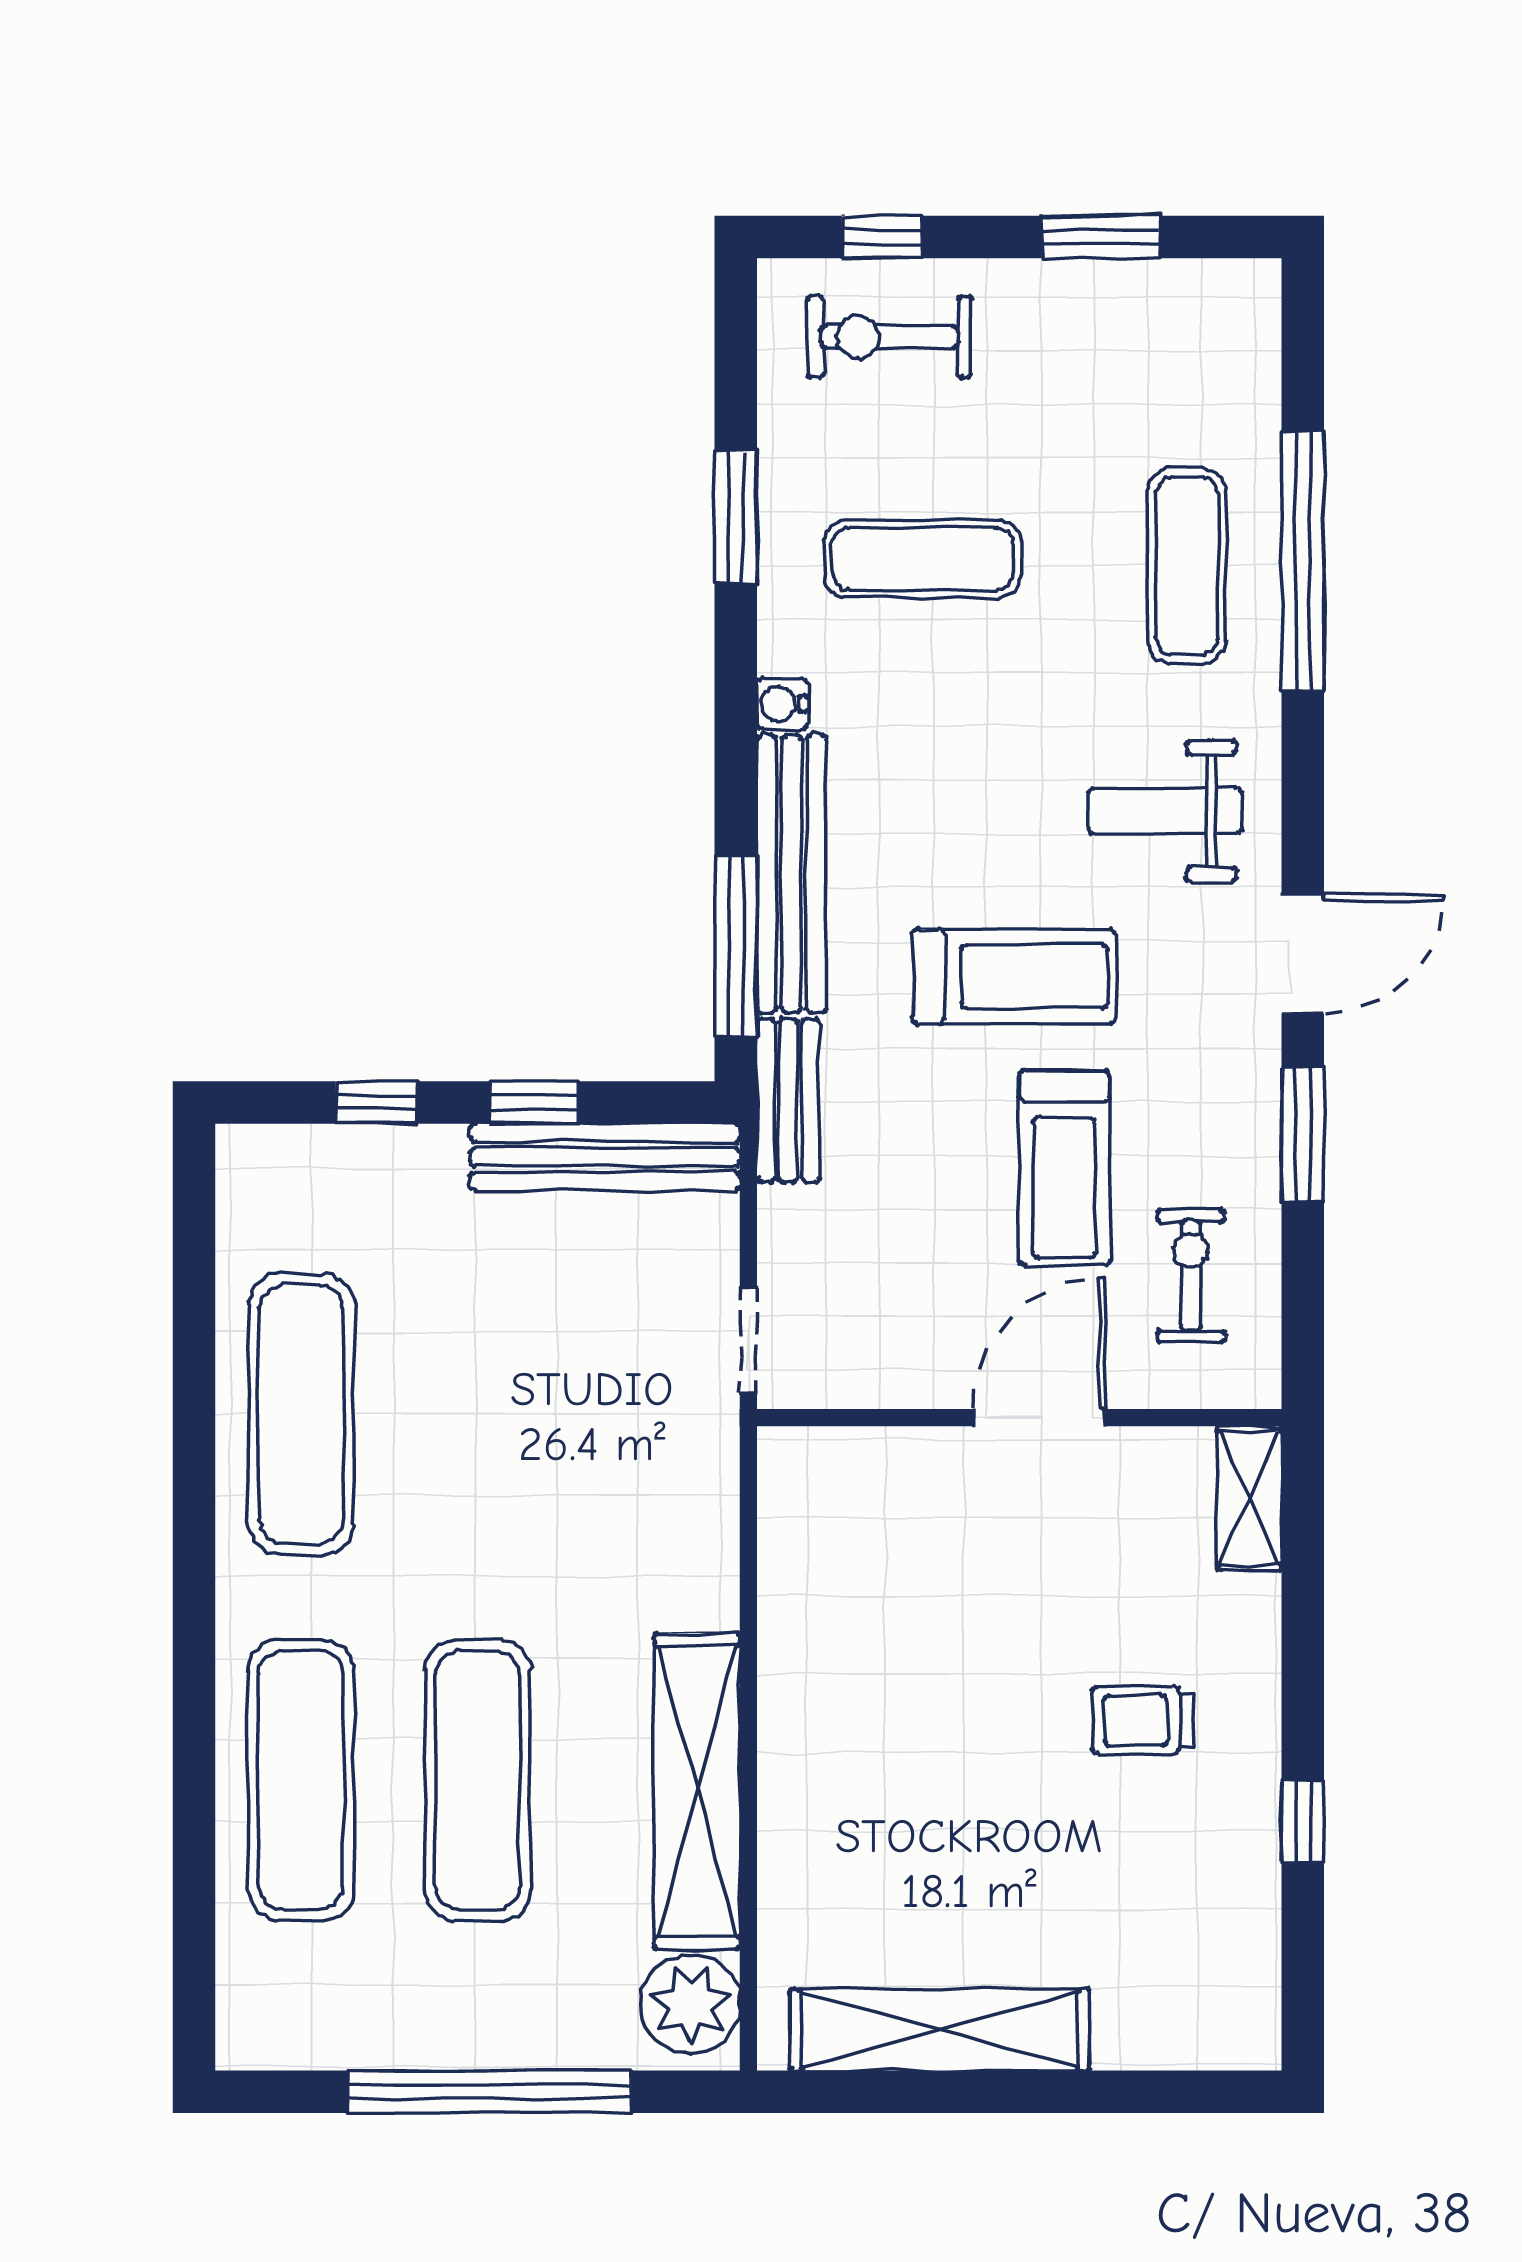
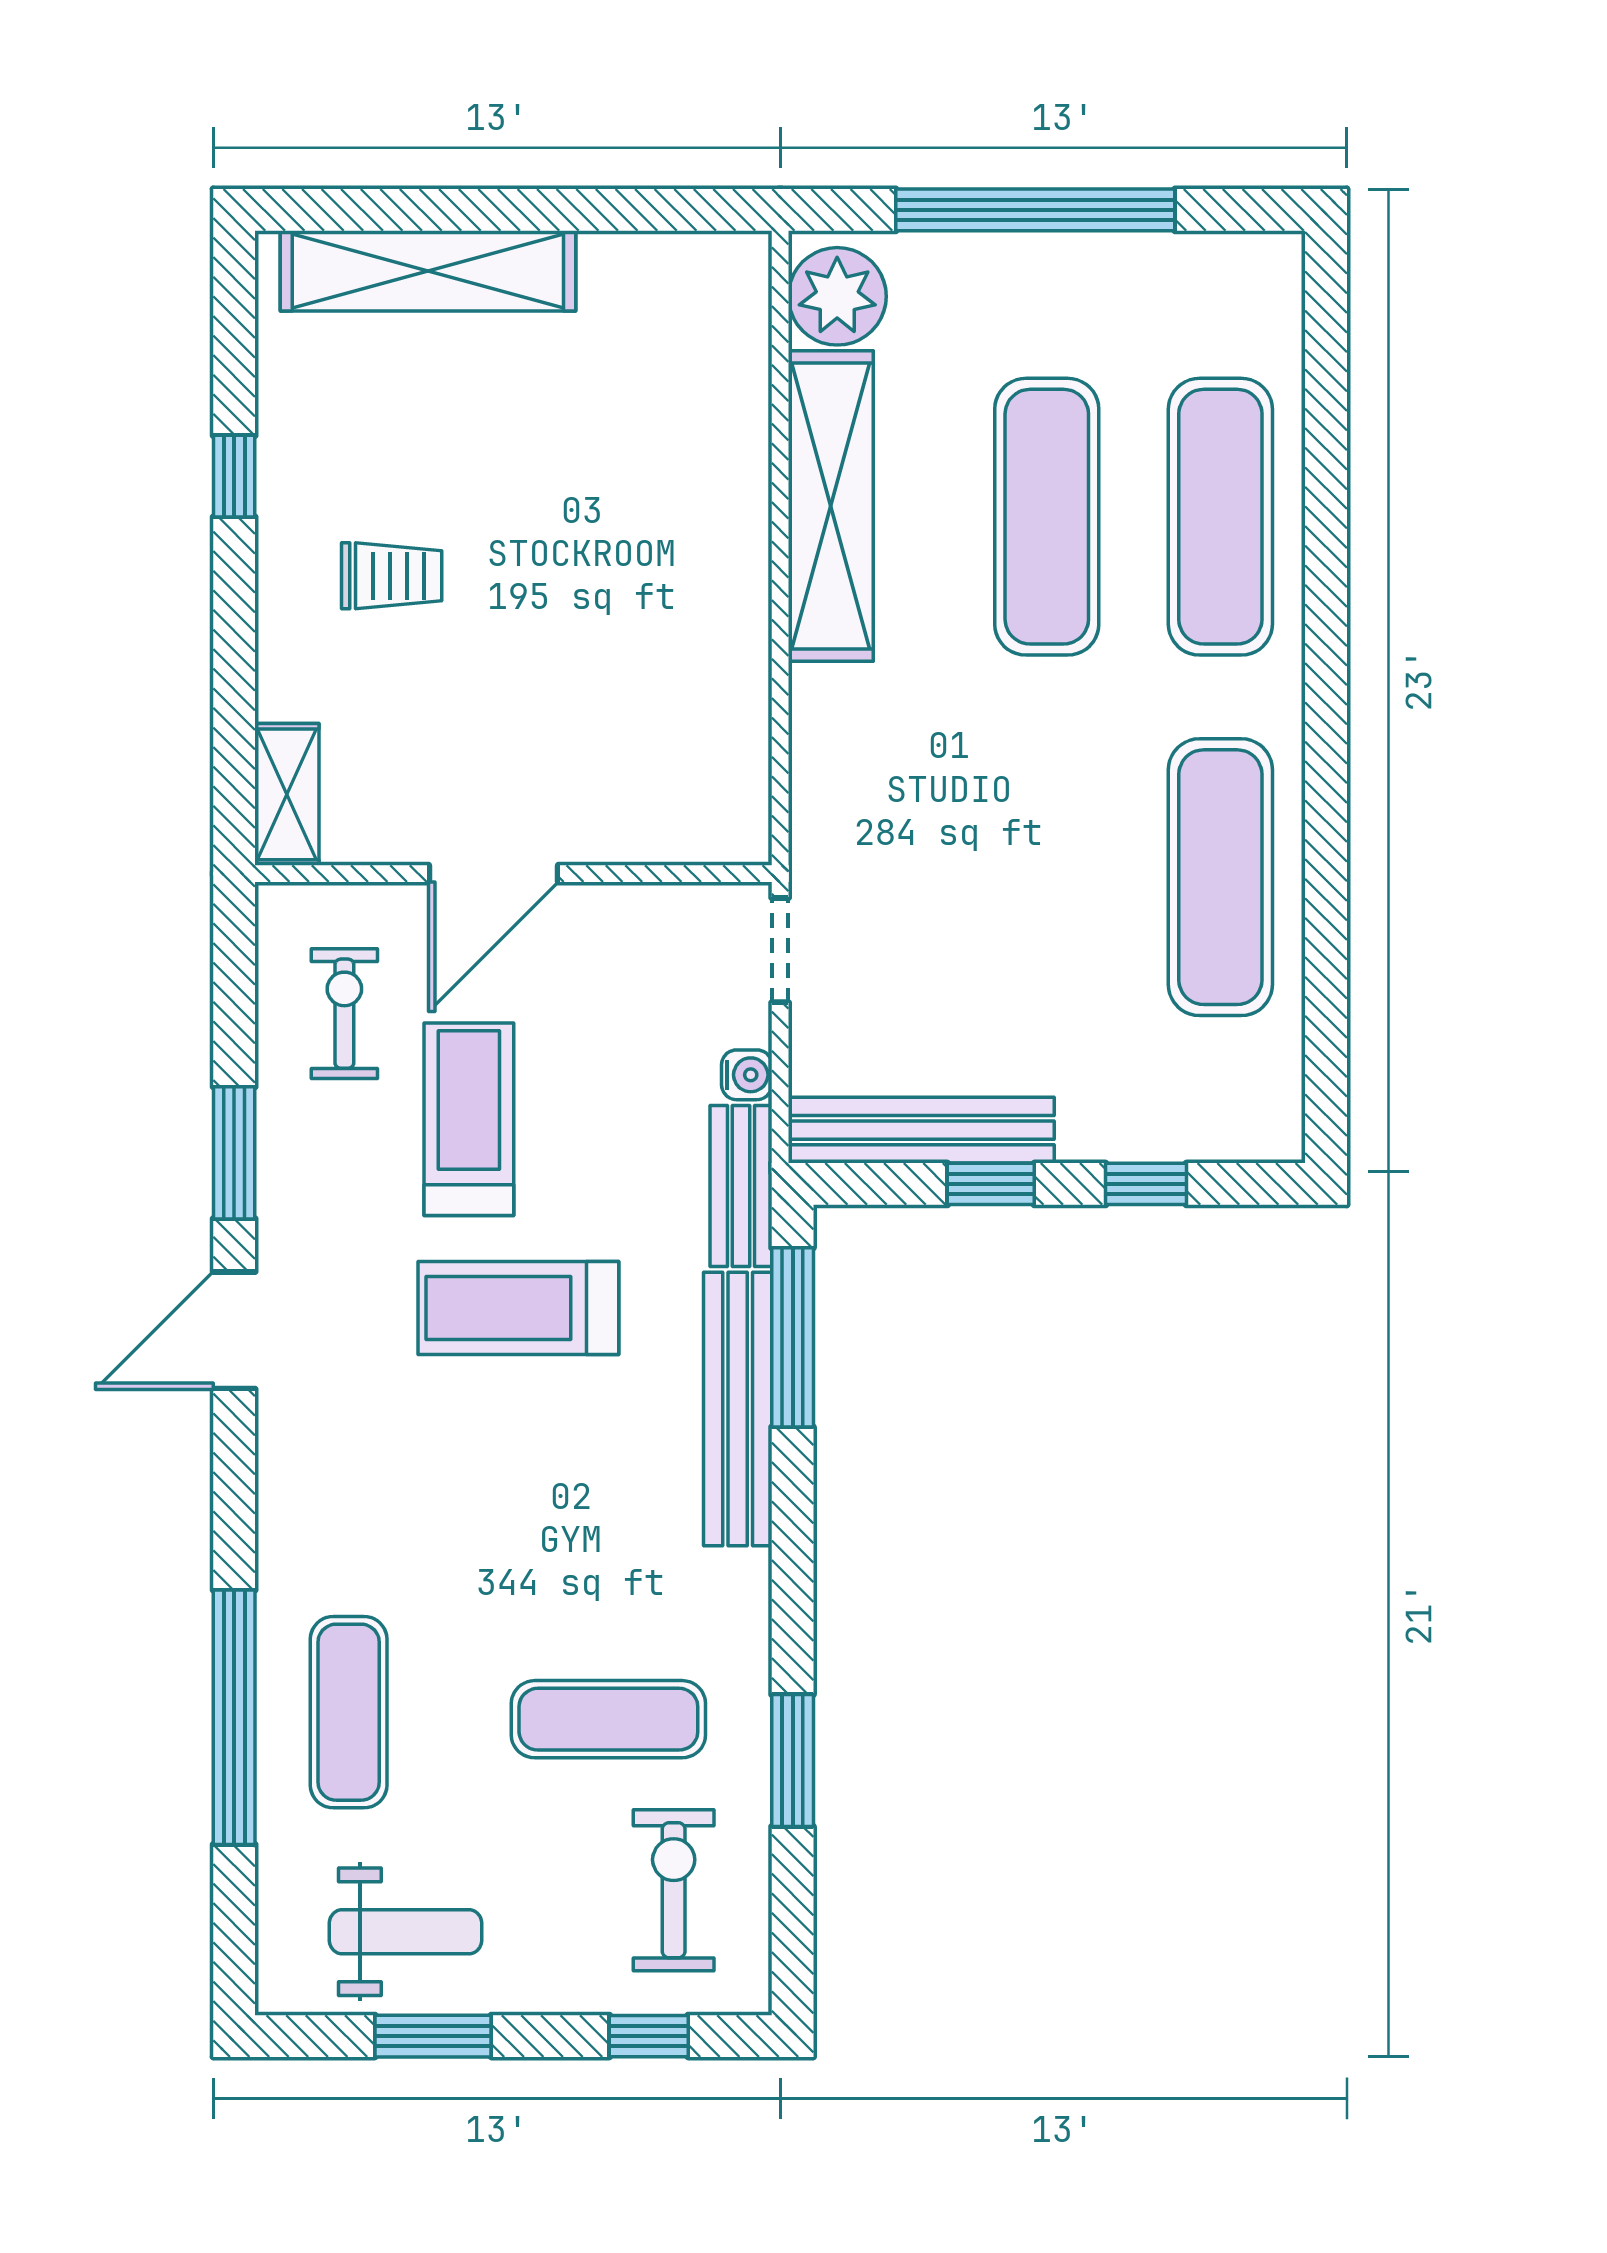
exercise bike: (889, 337) -> (674, 1890), moved, turned -90
water cooler: (782, 704) -> (747, 1075), moved
weight bench: (1165, 811) -> (406, 1932), moved
exercise bike: (1191, 1275) -> (344, 1014), turned 180
shelving: (940, 2030) -> (428, 271), moved

